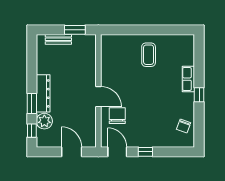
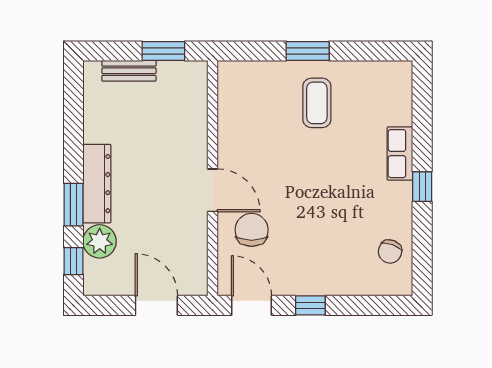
window: (144, 30) -> (308, 51), added

